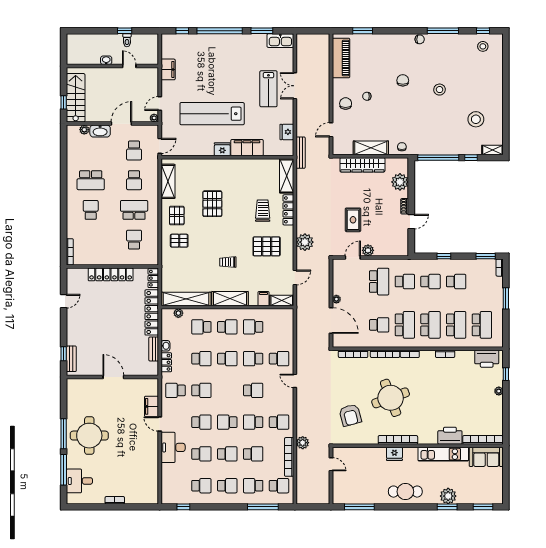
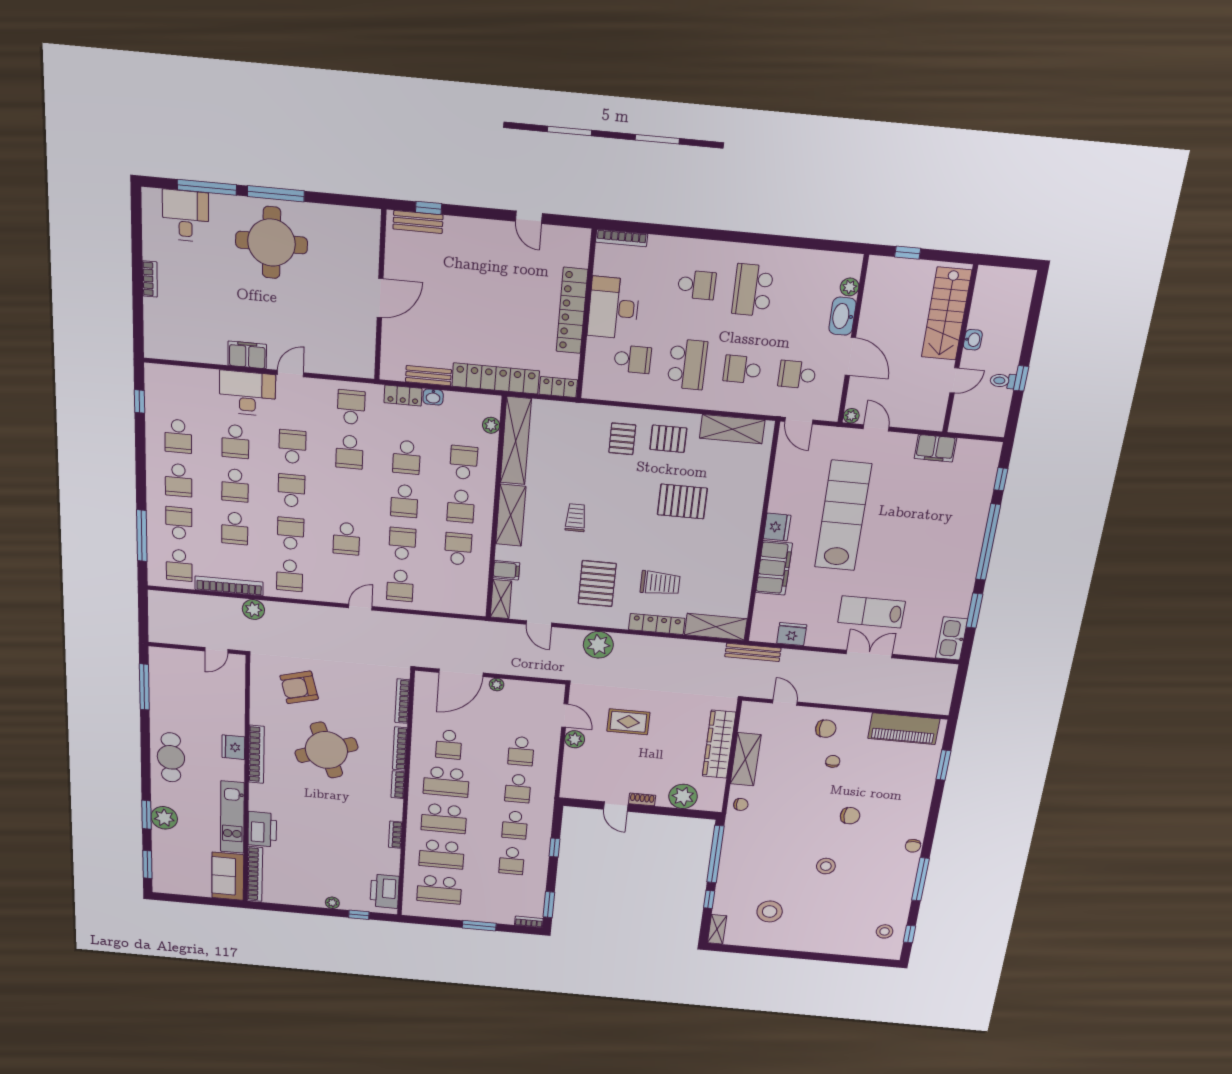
stairs: (76, 98) -> (946, 314), moved, turned 90
desk: (107, 252) -> (614, 308), added
school desk: (379, 282) -> (521, 751), width x0.54
filing cabinet: (151, 406) -> (247, 355), moved
school desk: (201, 422) -> (292, 447), turned 180

